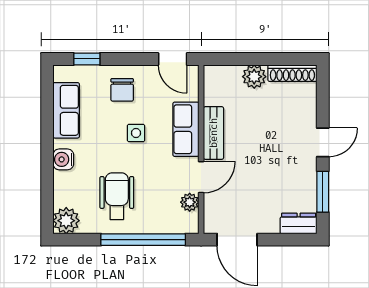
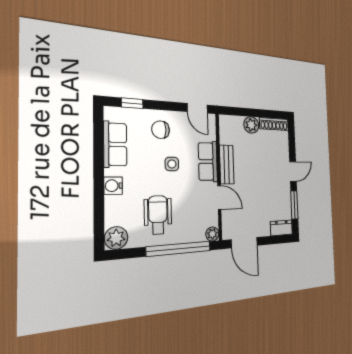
chair: (122, 90) -> (161, 130), turned 90
door: (201, 177) -> (219, 197), hinge flipped
plant: (190, 202) -> (212, 234), moved

